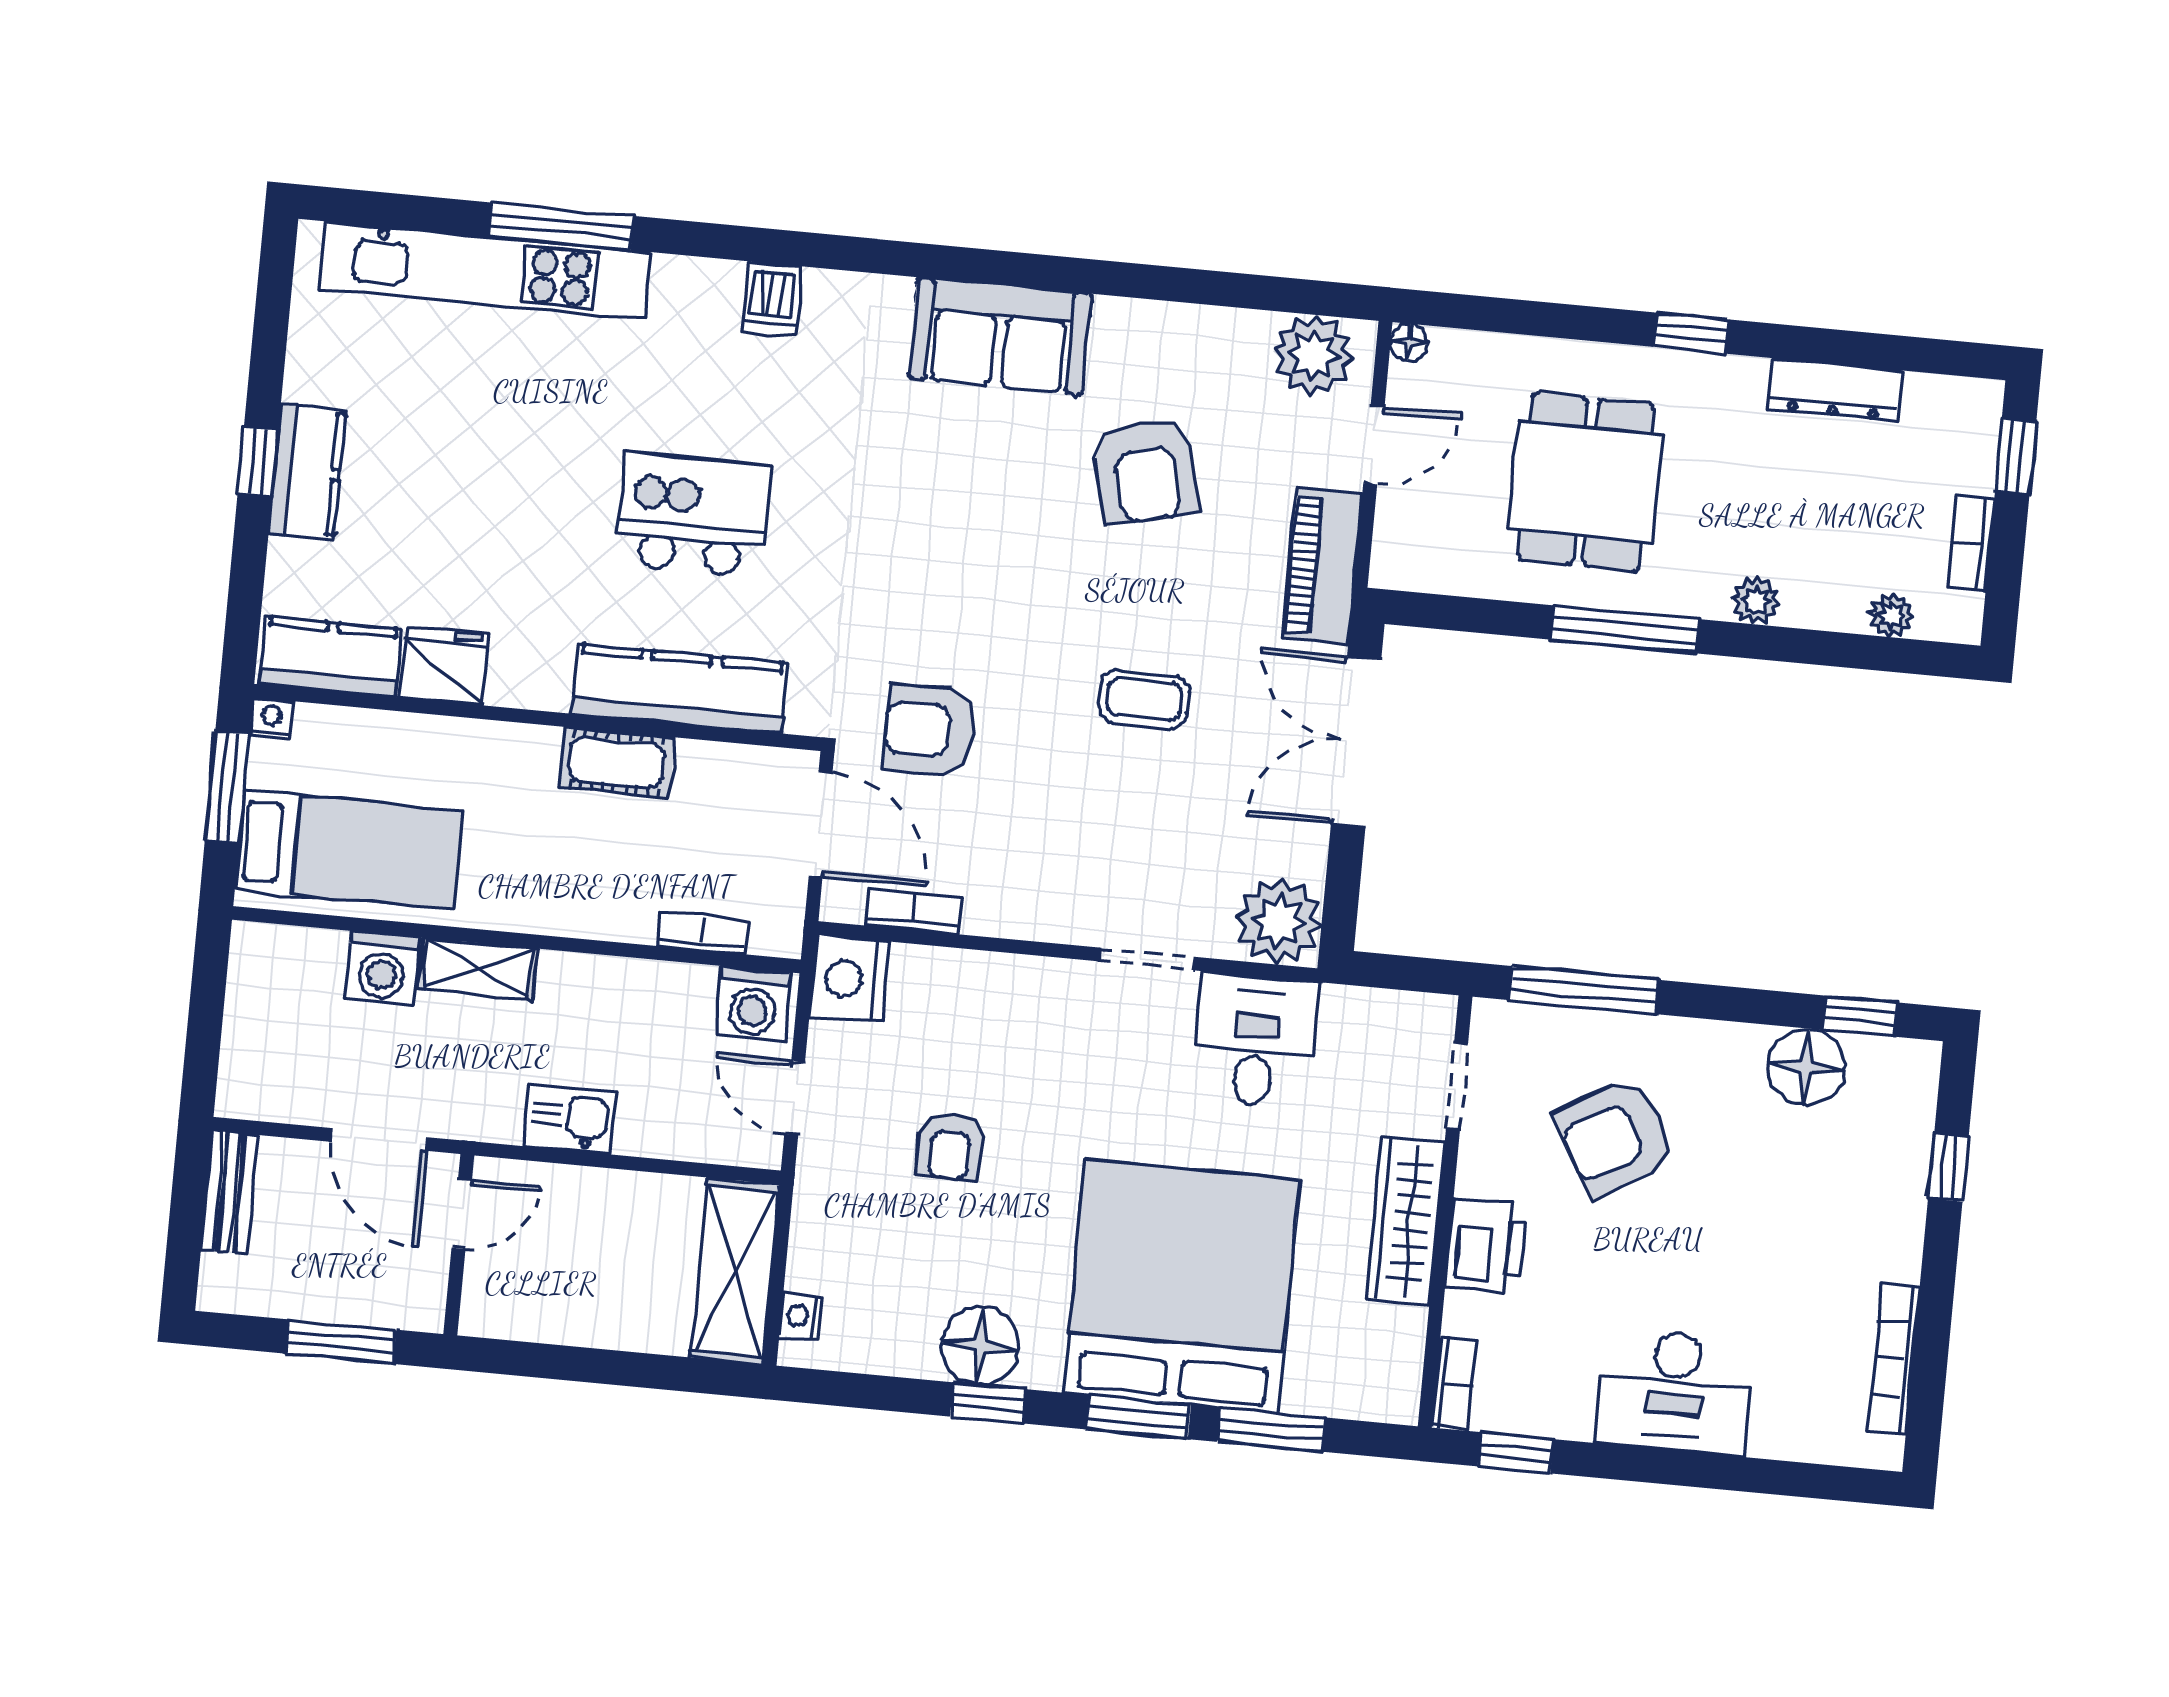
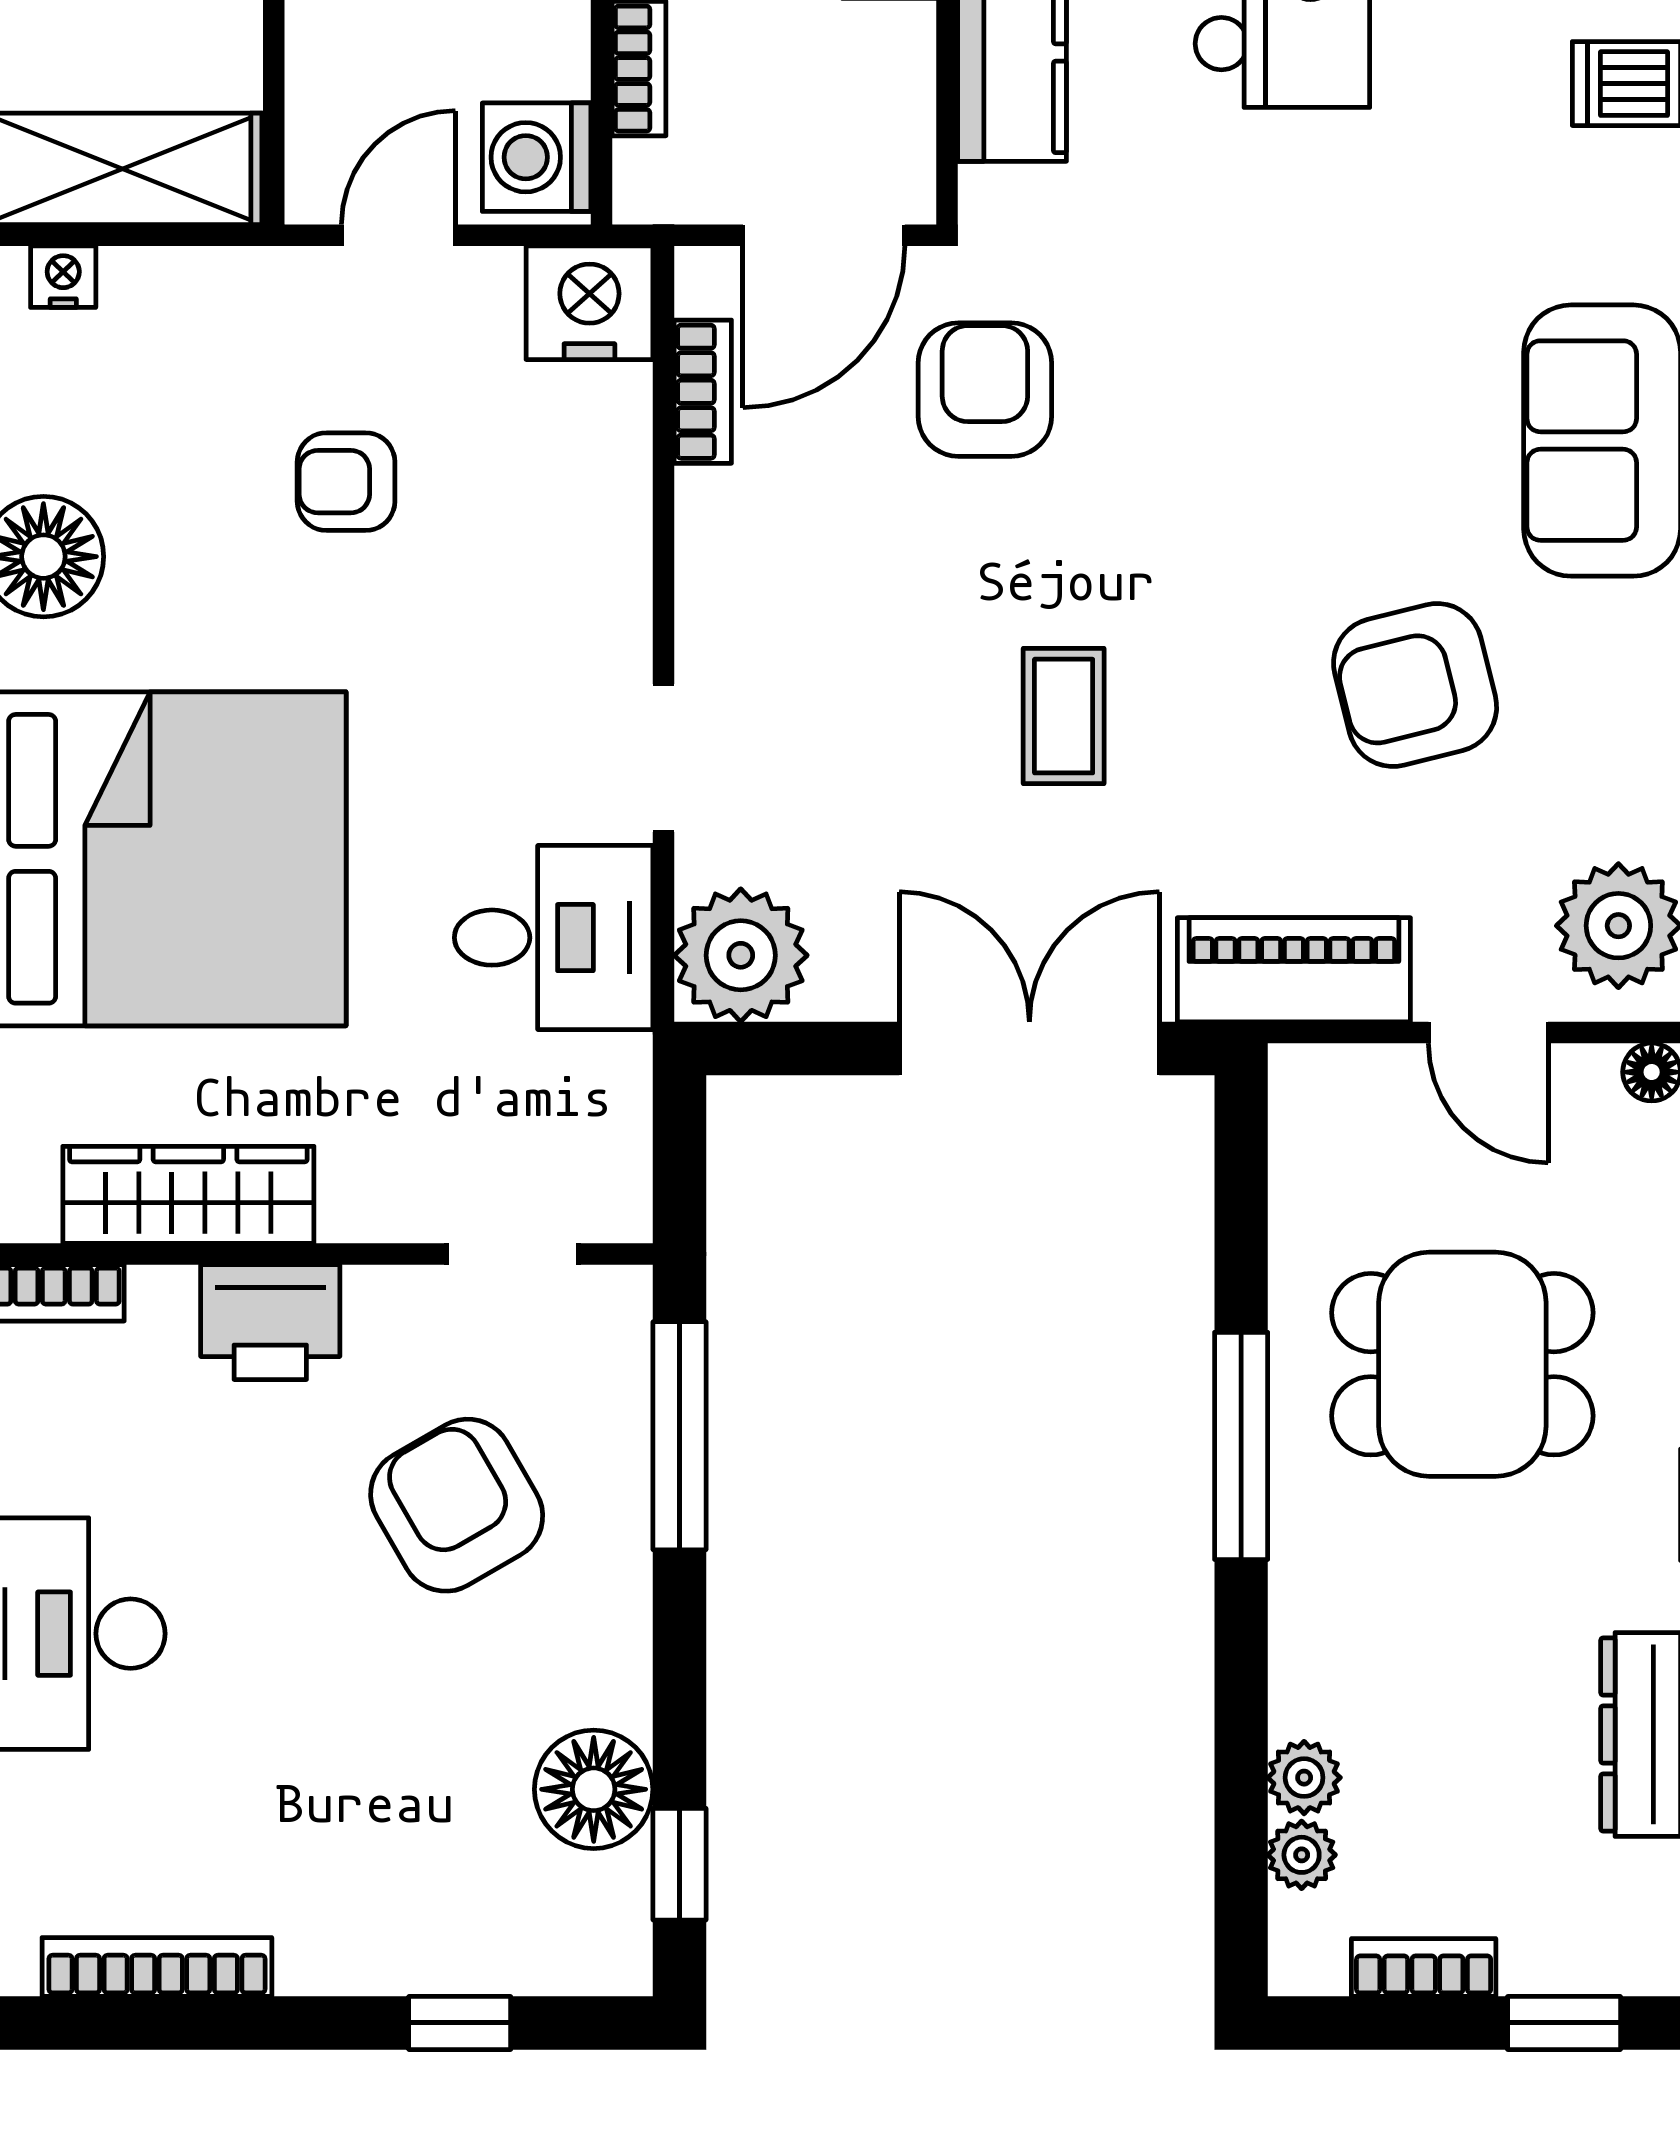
plant: (1756, 601) -> (1304, 1778), moved
wardrobe: (1406, 1221) -> (188, 1195), moved

